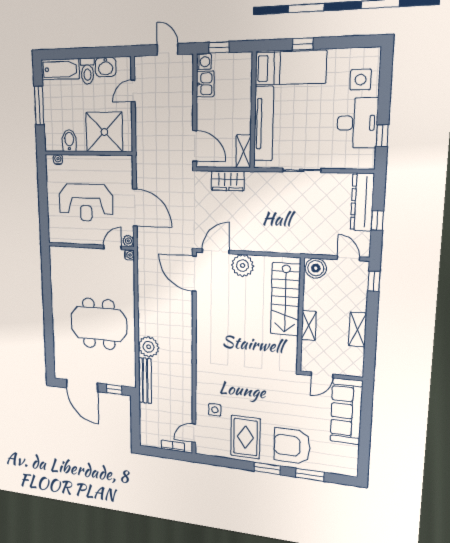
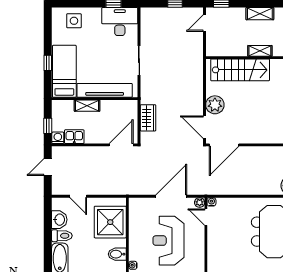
desk: (357, 123) -> (120, 22), moved
shelving: (243, 151) -> (87, 106), moved
dresser: (362, 202) -> (162, 15), removed
reception desk: (86, 203) -> (169, 241), turned 180
boiler: (316, 268) -> (214, 47), removed

